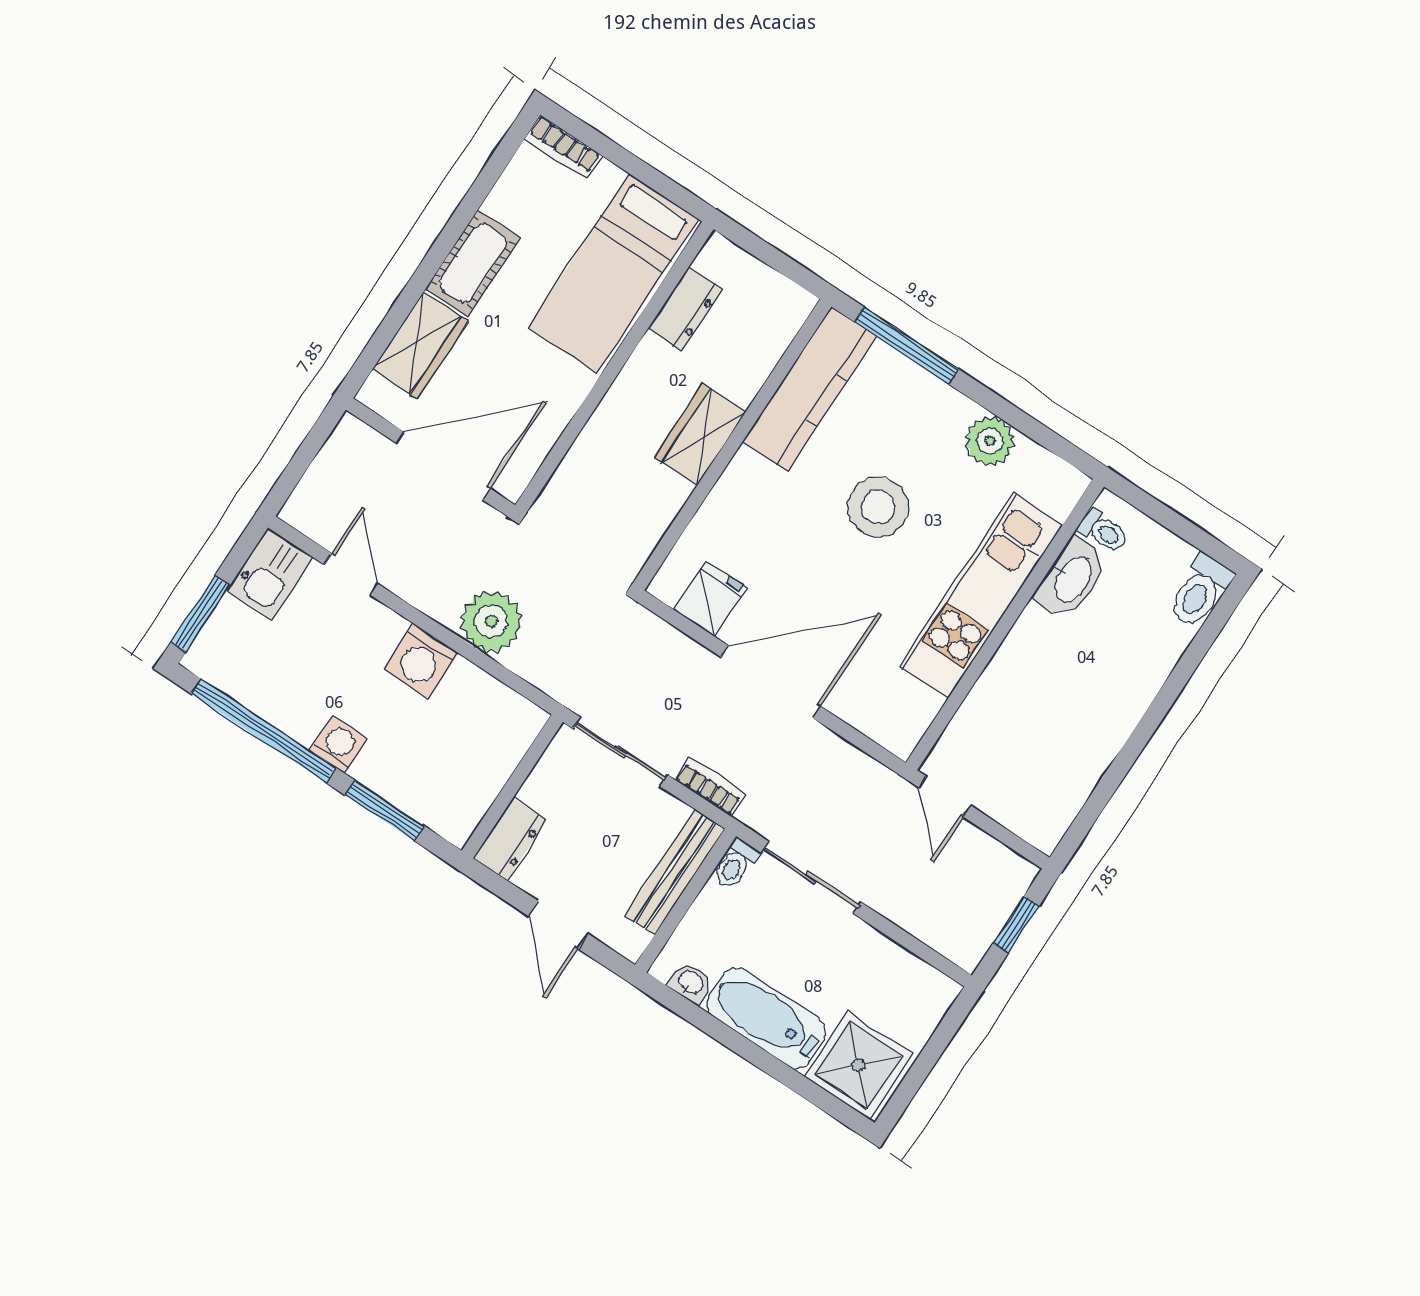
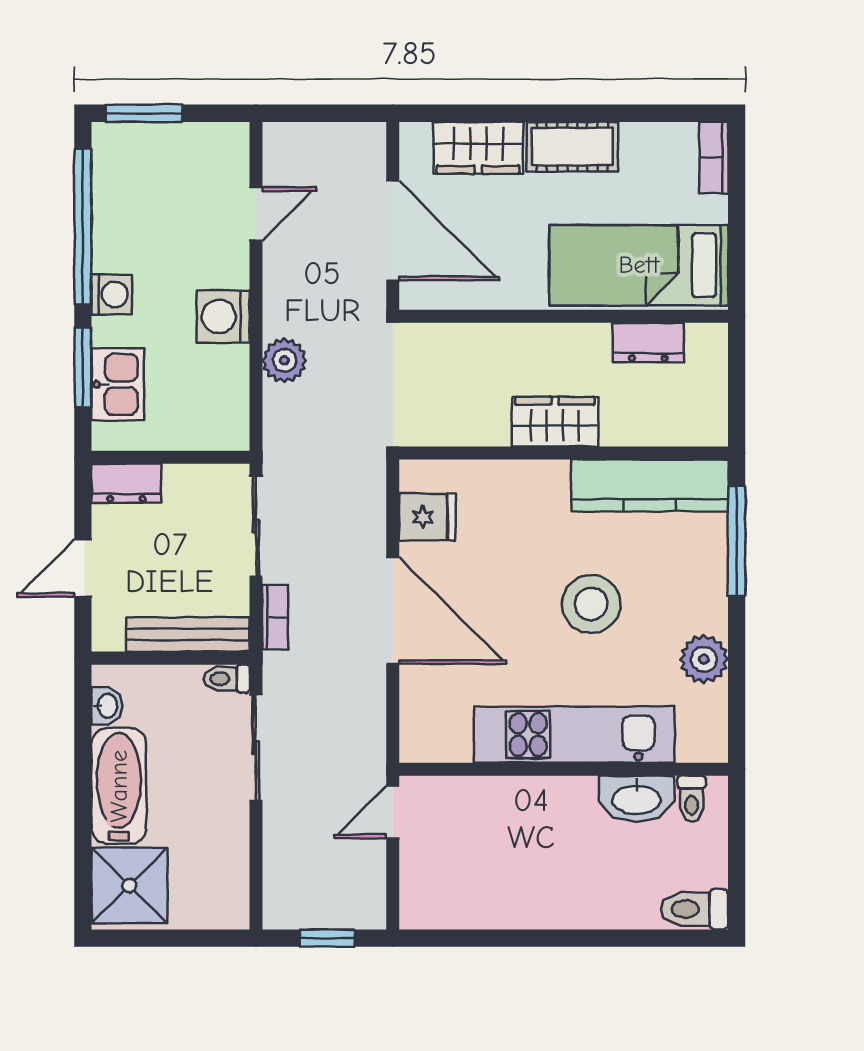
kitchen sink: (270, 574) -> (118, 384), moved, turned -90
plant: (491, 621) -> (284, 360), width x0.73, depth x0.73

